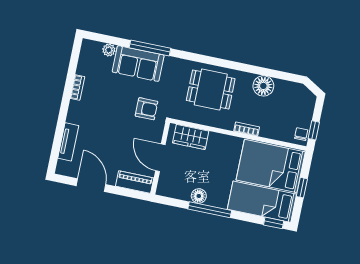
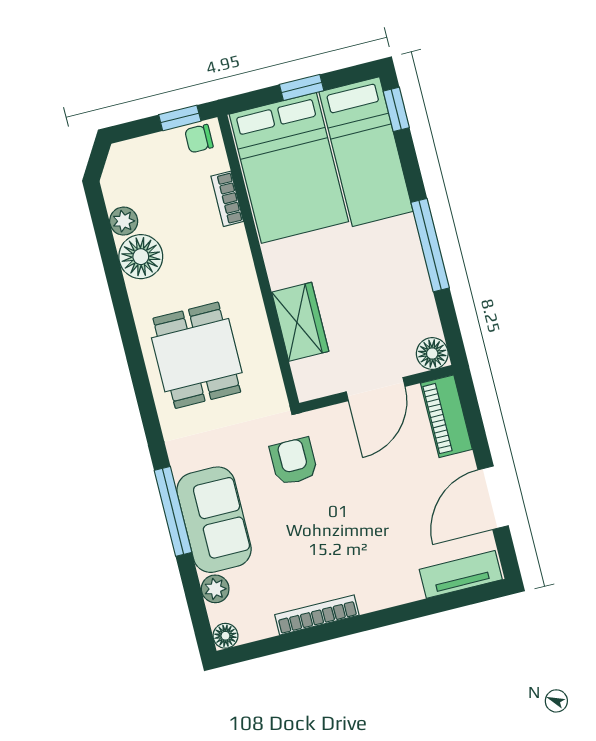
floor lamp: (87, 45) -> (225, 636), added
plant: (282, 86) -> (124, 221), added
bookcase: (77, 87) -> (317, 615), width x1.56
bookcase: (247, 129) -> (227, 199), moved
wardrobe: (191, 137) -> (300, 322), moved
tv unit: (68, 142) -> (461, 574), moved
floor lamp: (199, 196) -> (432, 354), moved

